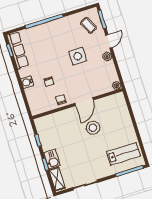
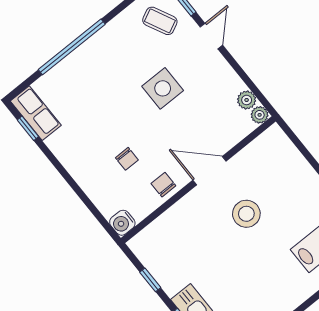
row of seats: (18, 50) -> (36, 113), width x0.68
plant: (107, 56) -> (247, 100), moved
water cooler: (27, 82) -> (122, 223), moved
door: (84, 102) -> (210, 171), swing flipped

